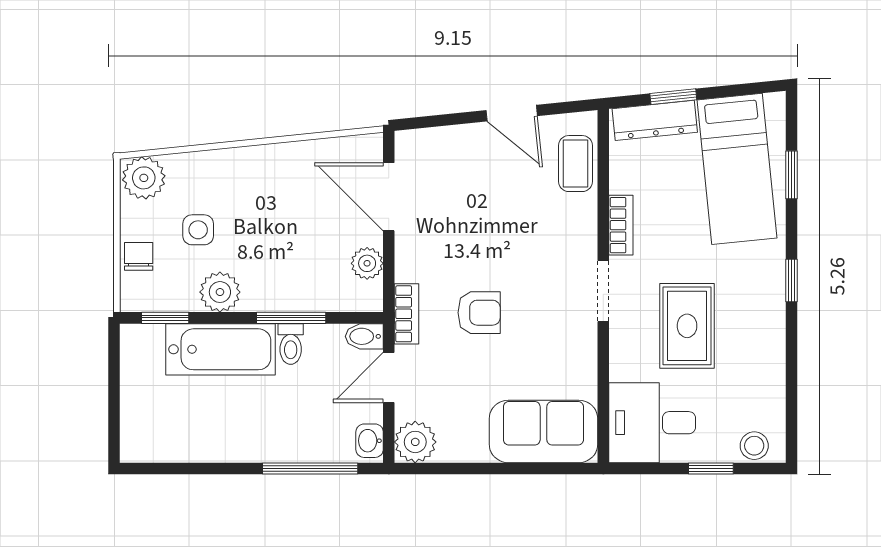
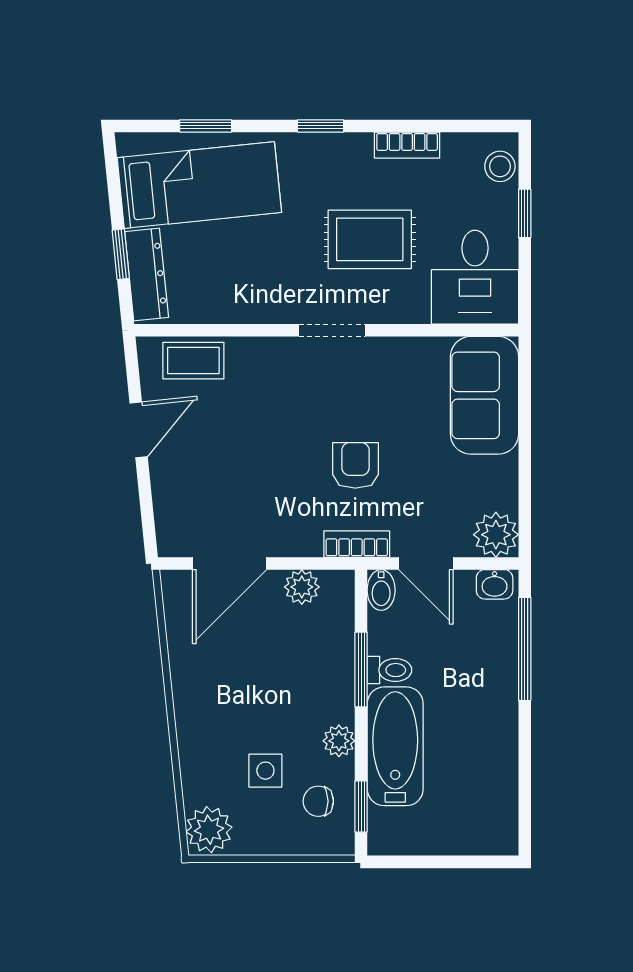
bookcase: (621, 225) -> (407, 145), moved, turned 180
chair: (139, 256) -> (318, 801), moved
plant: (220, 292) -> (339, 741), width x0.73, depth x0.73

